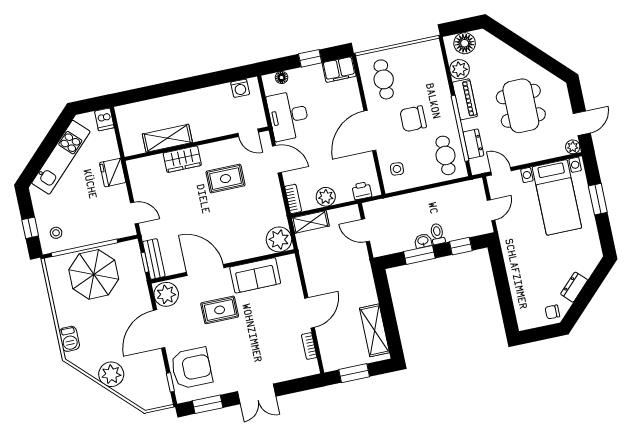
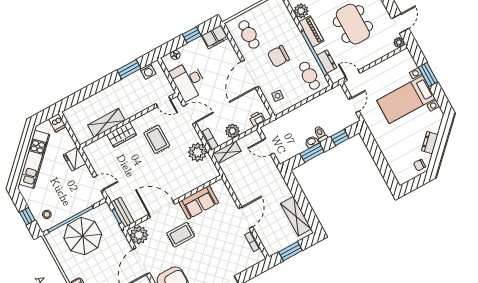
window: (217, 78) -> (129, 69), added
rug: (225, 179) -> (157, 139), turned 90
bed with nightstands: (557, 197) -> (406, 99), moved, turned 90
plant: (279, 239) -> (198, 152), moved

